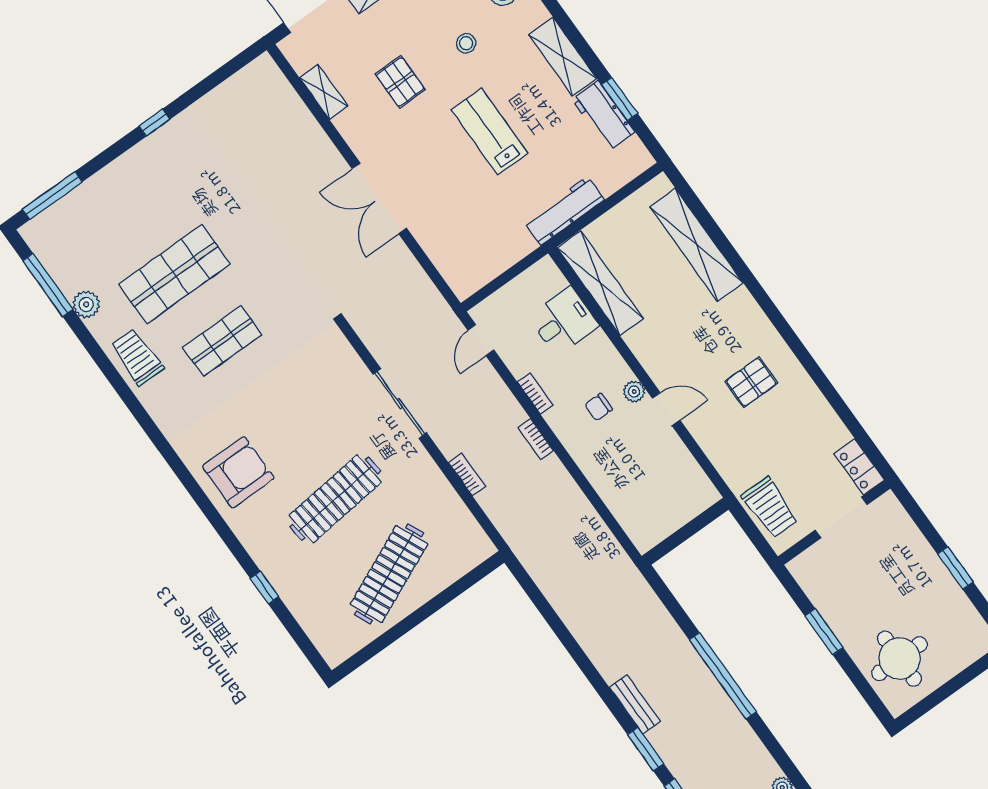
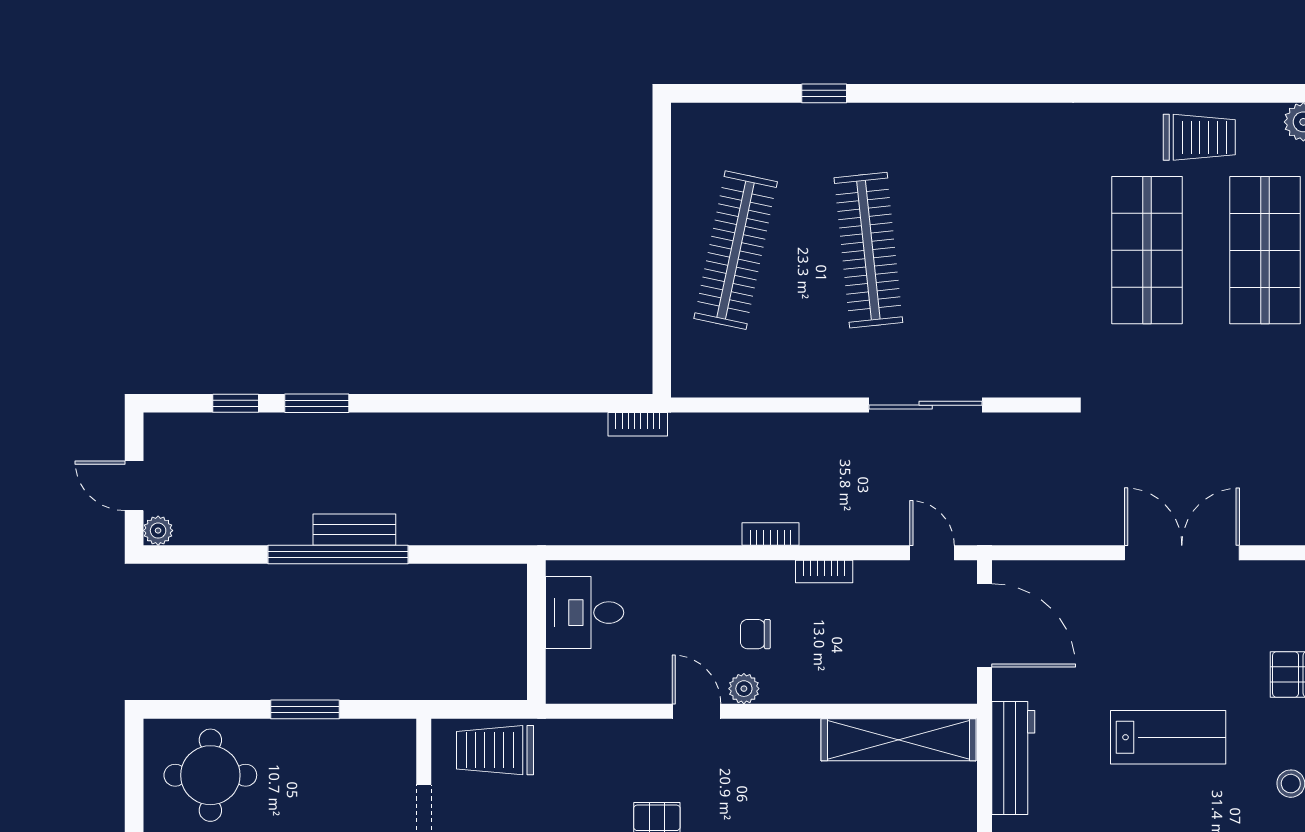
door: (501, 281) -> (985, 625), added
desk: (563, 321) -> (585, 613), moved, turned 90
shop shelf: (222, 341) -> (1147, 250), width x1.43, depth x1.36
chair: (599, 407) -> (755, 634), turned -90
door: (666, 409) -> (696, 711), swing flipped
armchair: (238, 472) -> (980, 159), removed
bookcase: (467, 474) -> (638, 424), moved
clothes rail: (389, 574) -> (736, 250), turned 36
bench: (635, 704) -> (354, 530), moved

